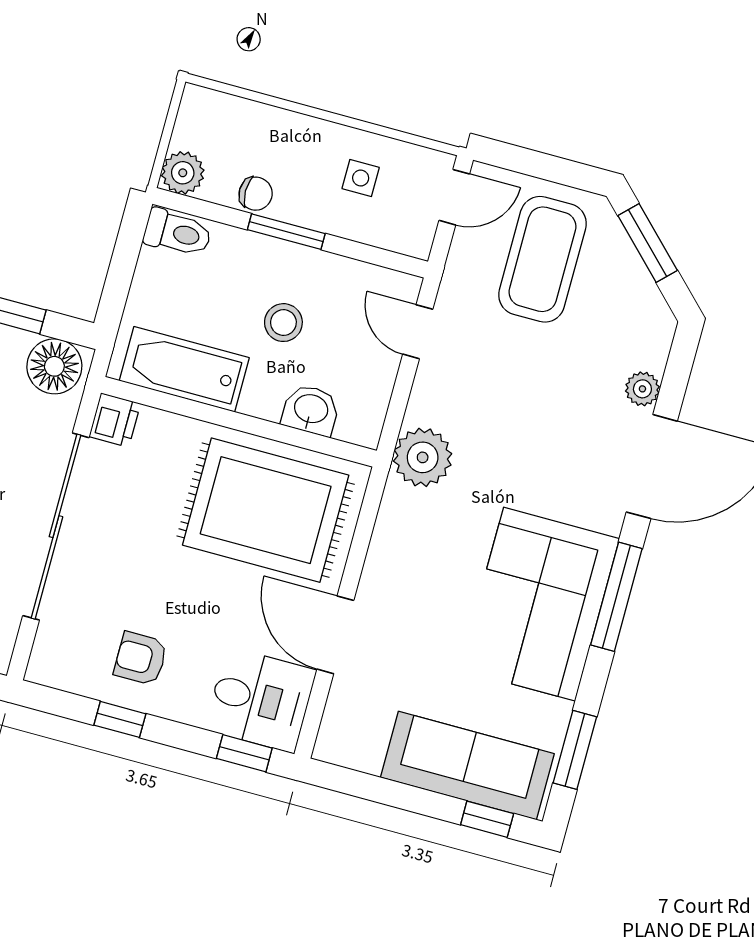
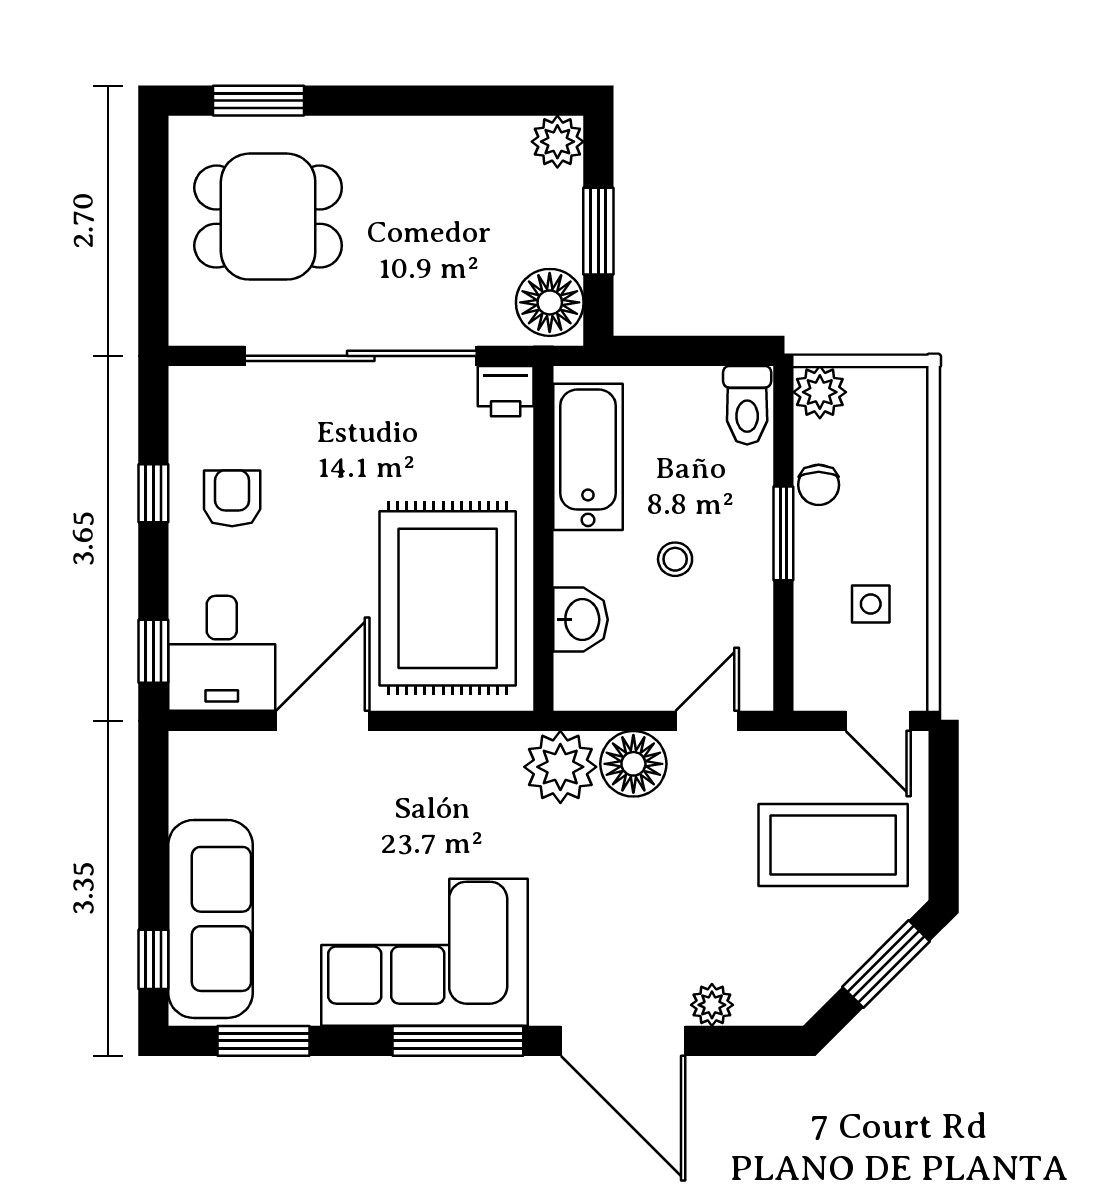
stool: (283, 323) -> (675, 559), width x0.73, depth x0.73
floor lamp: (436, 399) -> (633, 764), added

